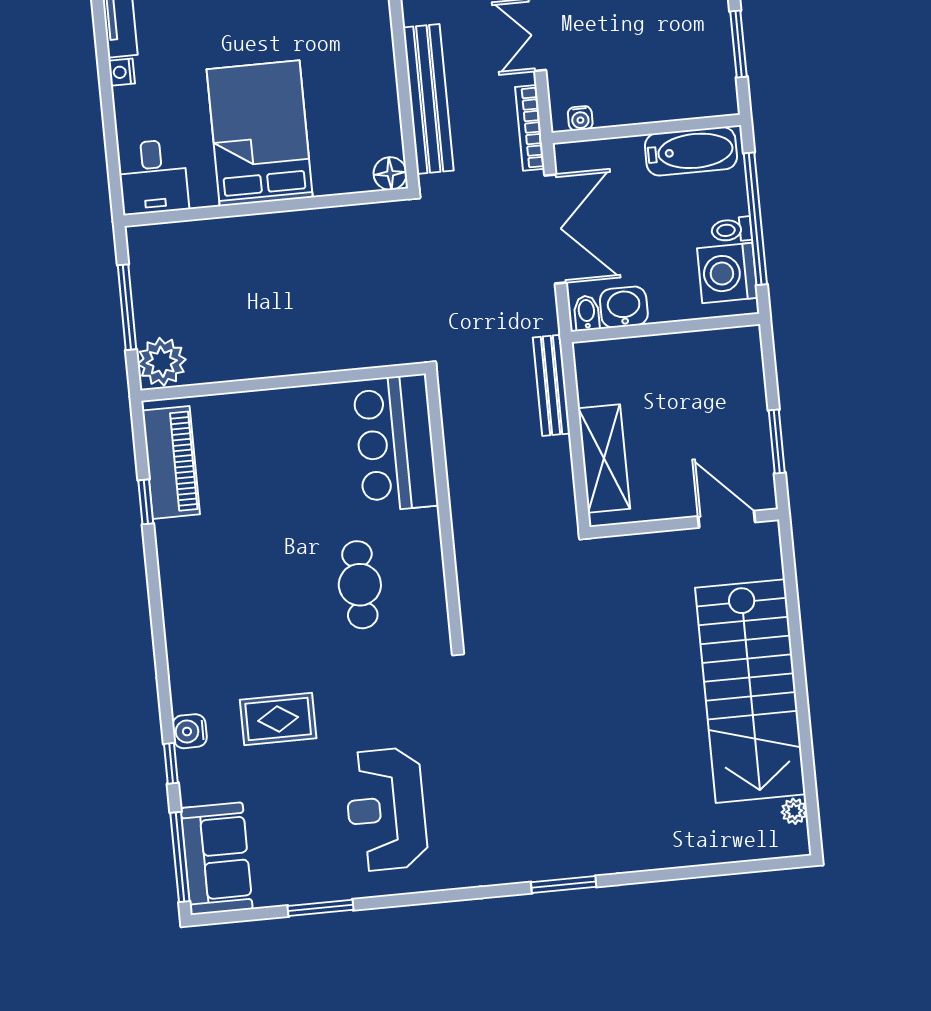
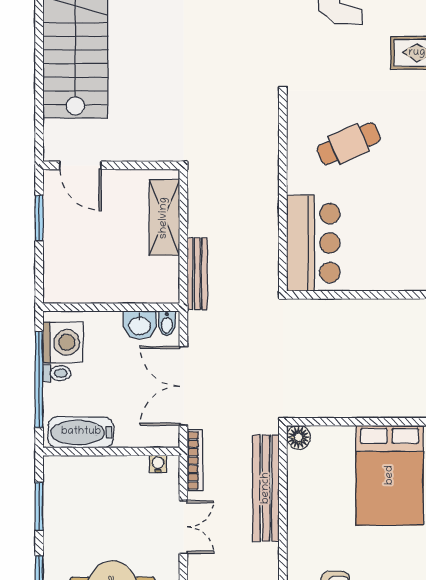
cafe table: (360, 585) -> (349, 144), turned 66

